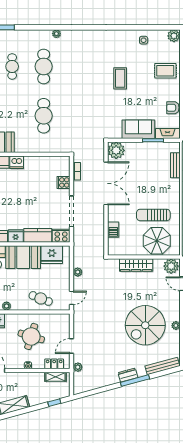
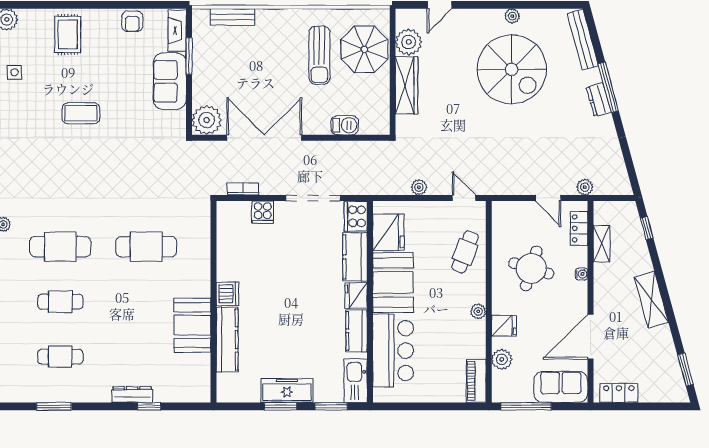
plant: (171, 266) -> (409, 42), moved
shelving: (55, 377) -> (602, 244), moved

